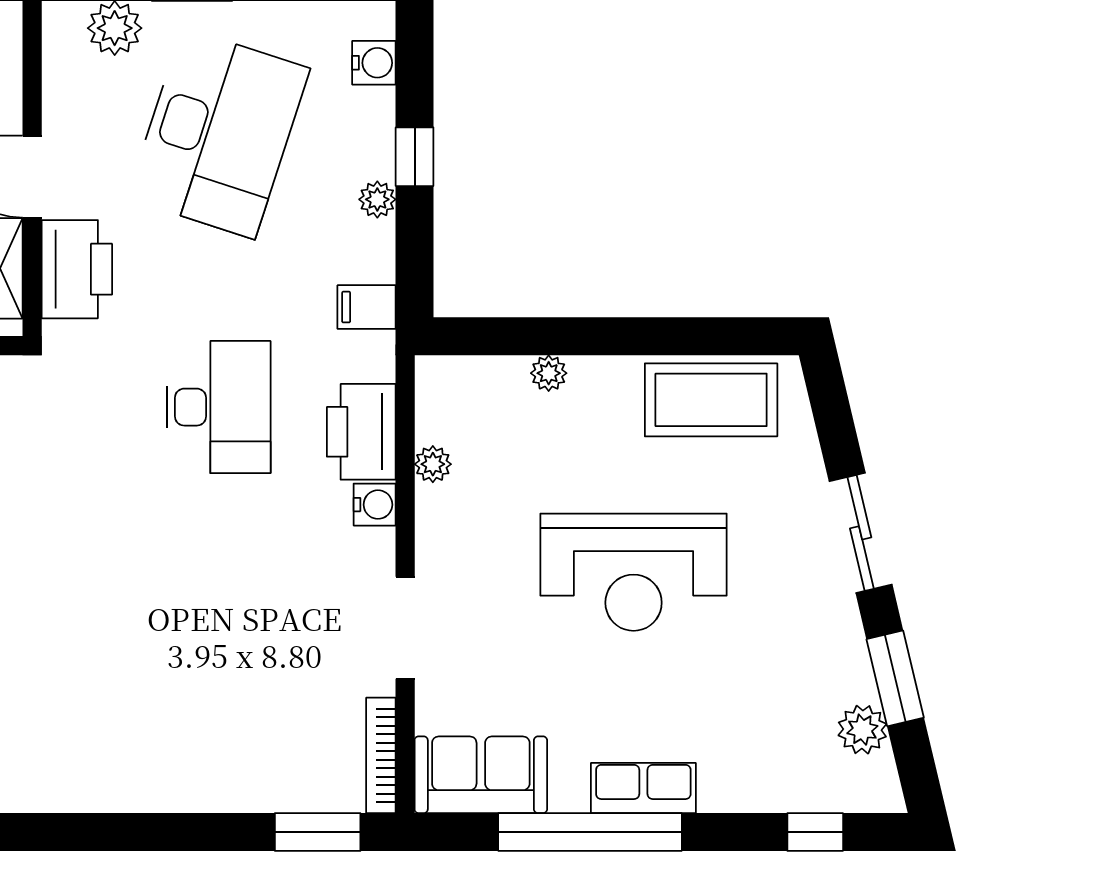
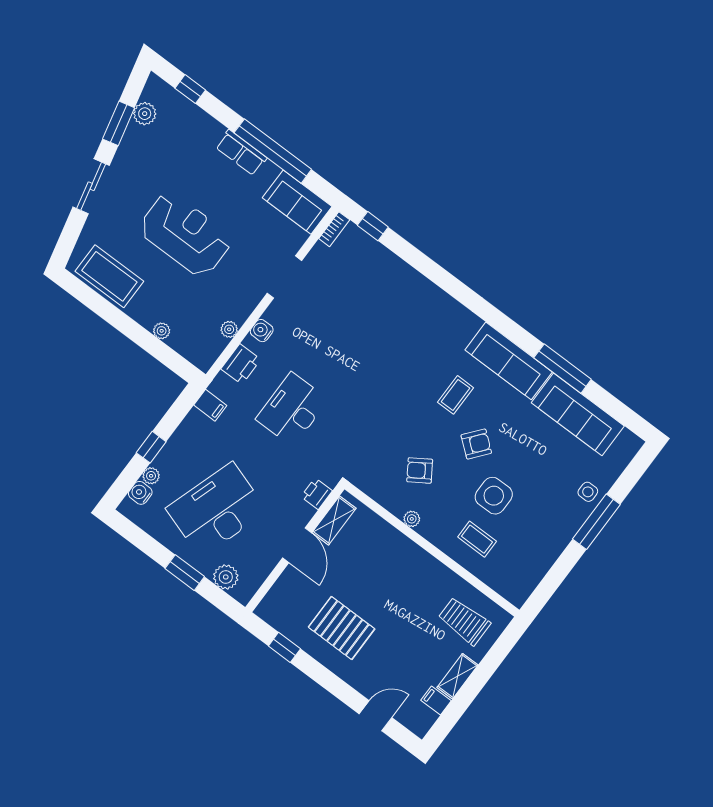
plant: (377, 199) -> (151, 476), moved
printer: (77, 269) -> (317, 494), width x0.53, depth x0.68
printer: (361, 432) -> (241, 364), width x0.73, depth x0.84
bookcase: (381, 755) -> (334, 229), width x0.64
window: (318, 832) -> (373, 226), width x0.67

